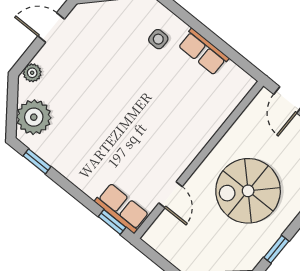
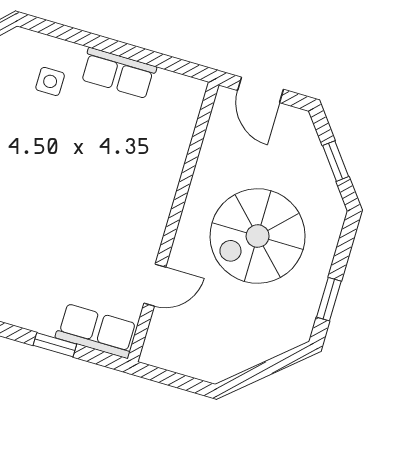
door: (171, 195) -> (155, 285), hinge flipped
window: (112, 222) -> (55, 345), moved

